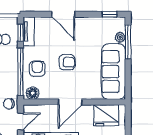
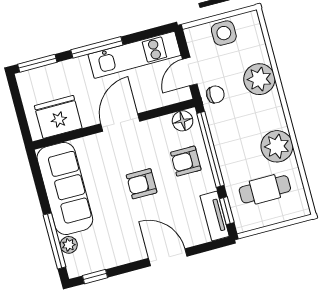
armchair: (37, 69) -> (186, 161), turned 90

